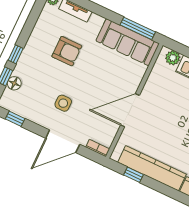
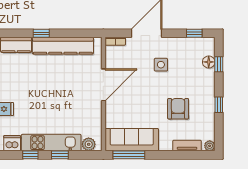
armchair: (67, 51) -> (178, 109), turned 90
window: (16, 54) -> (219, 105), moved
window: (134, 175) -> (41, 33), moved

